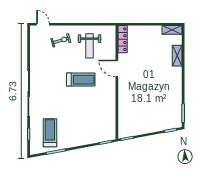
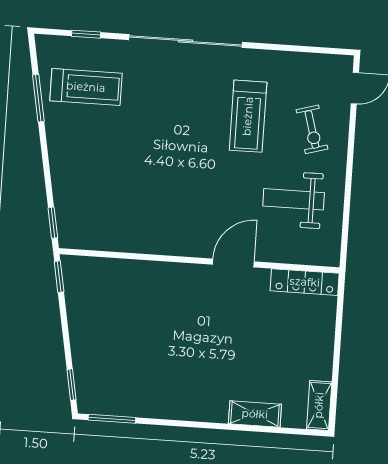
treadmill: (81, 80) -> (248, 116), moved

